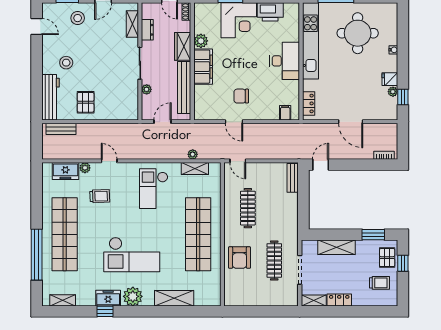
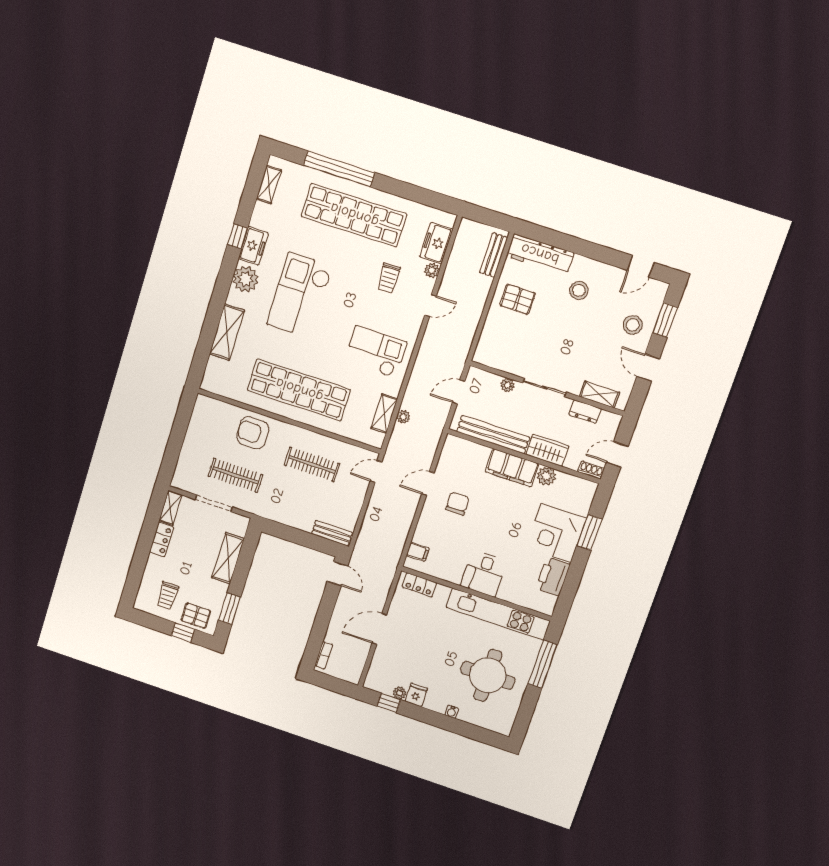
desk: (285, 61) -> (484, 573), width x0.73
door: (163, 122) -> (458, 392), swing flipped

